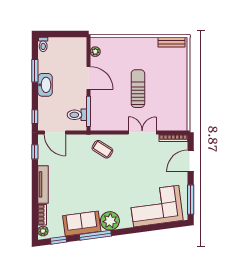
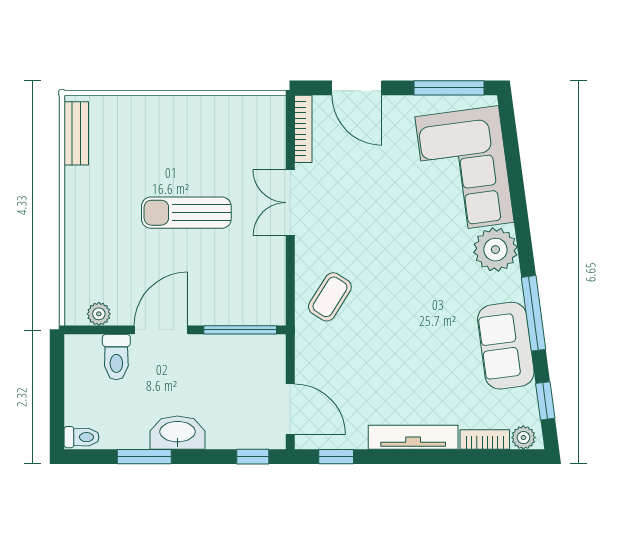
toilet: (77, 115) -> (116, 357), moved
door: (55, 132) -> (290, 409), hinge flipped
plant: (110, 221) -> (495, 250), moved

